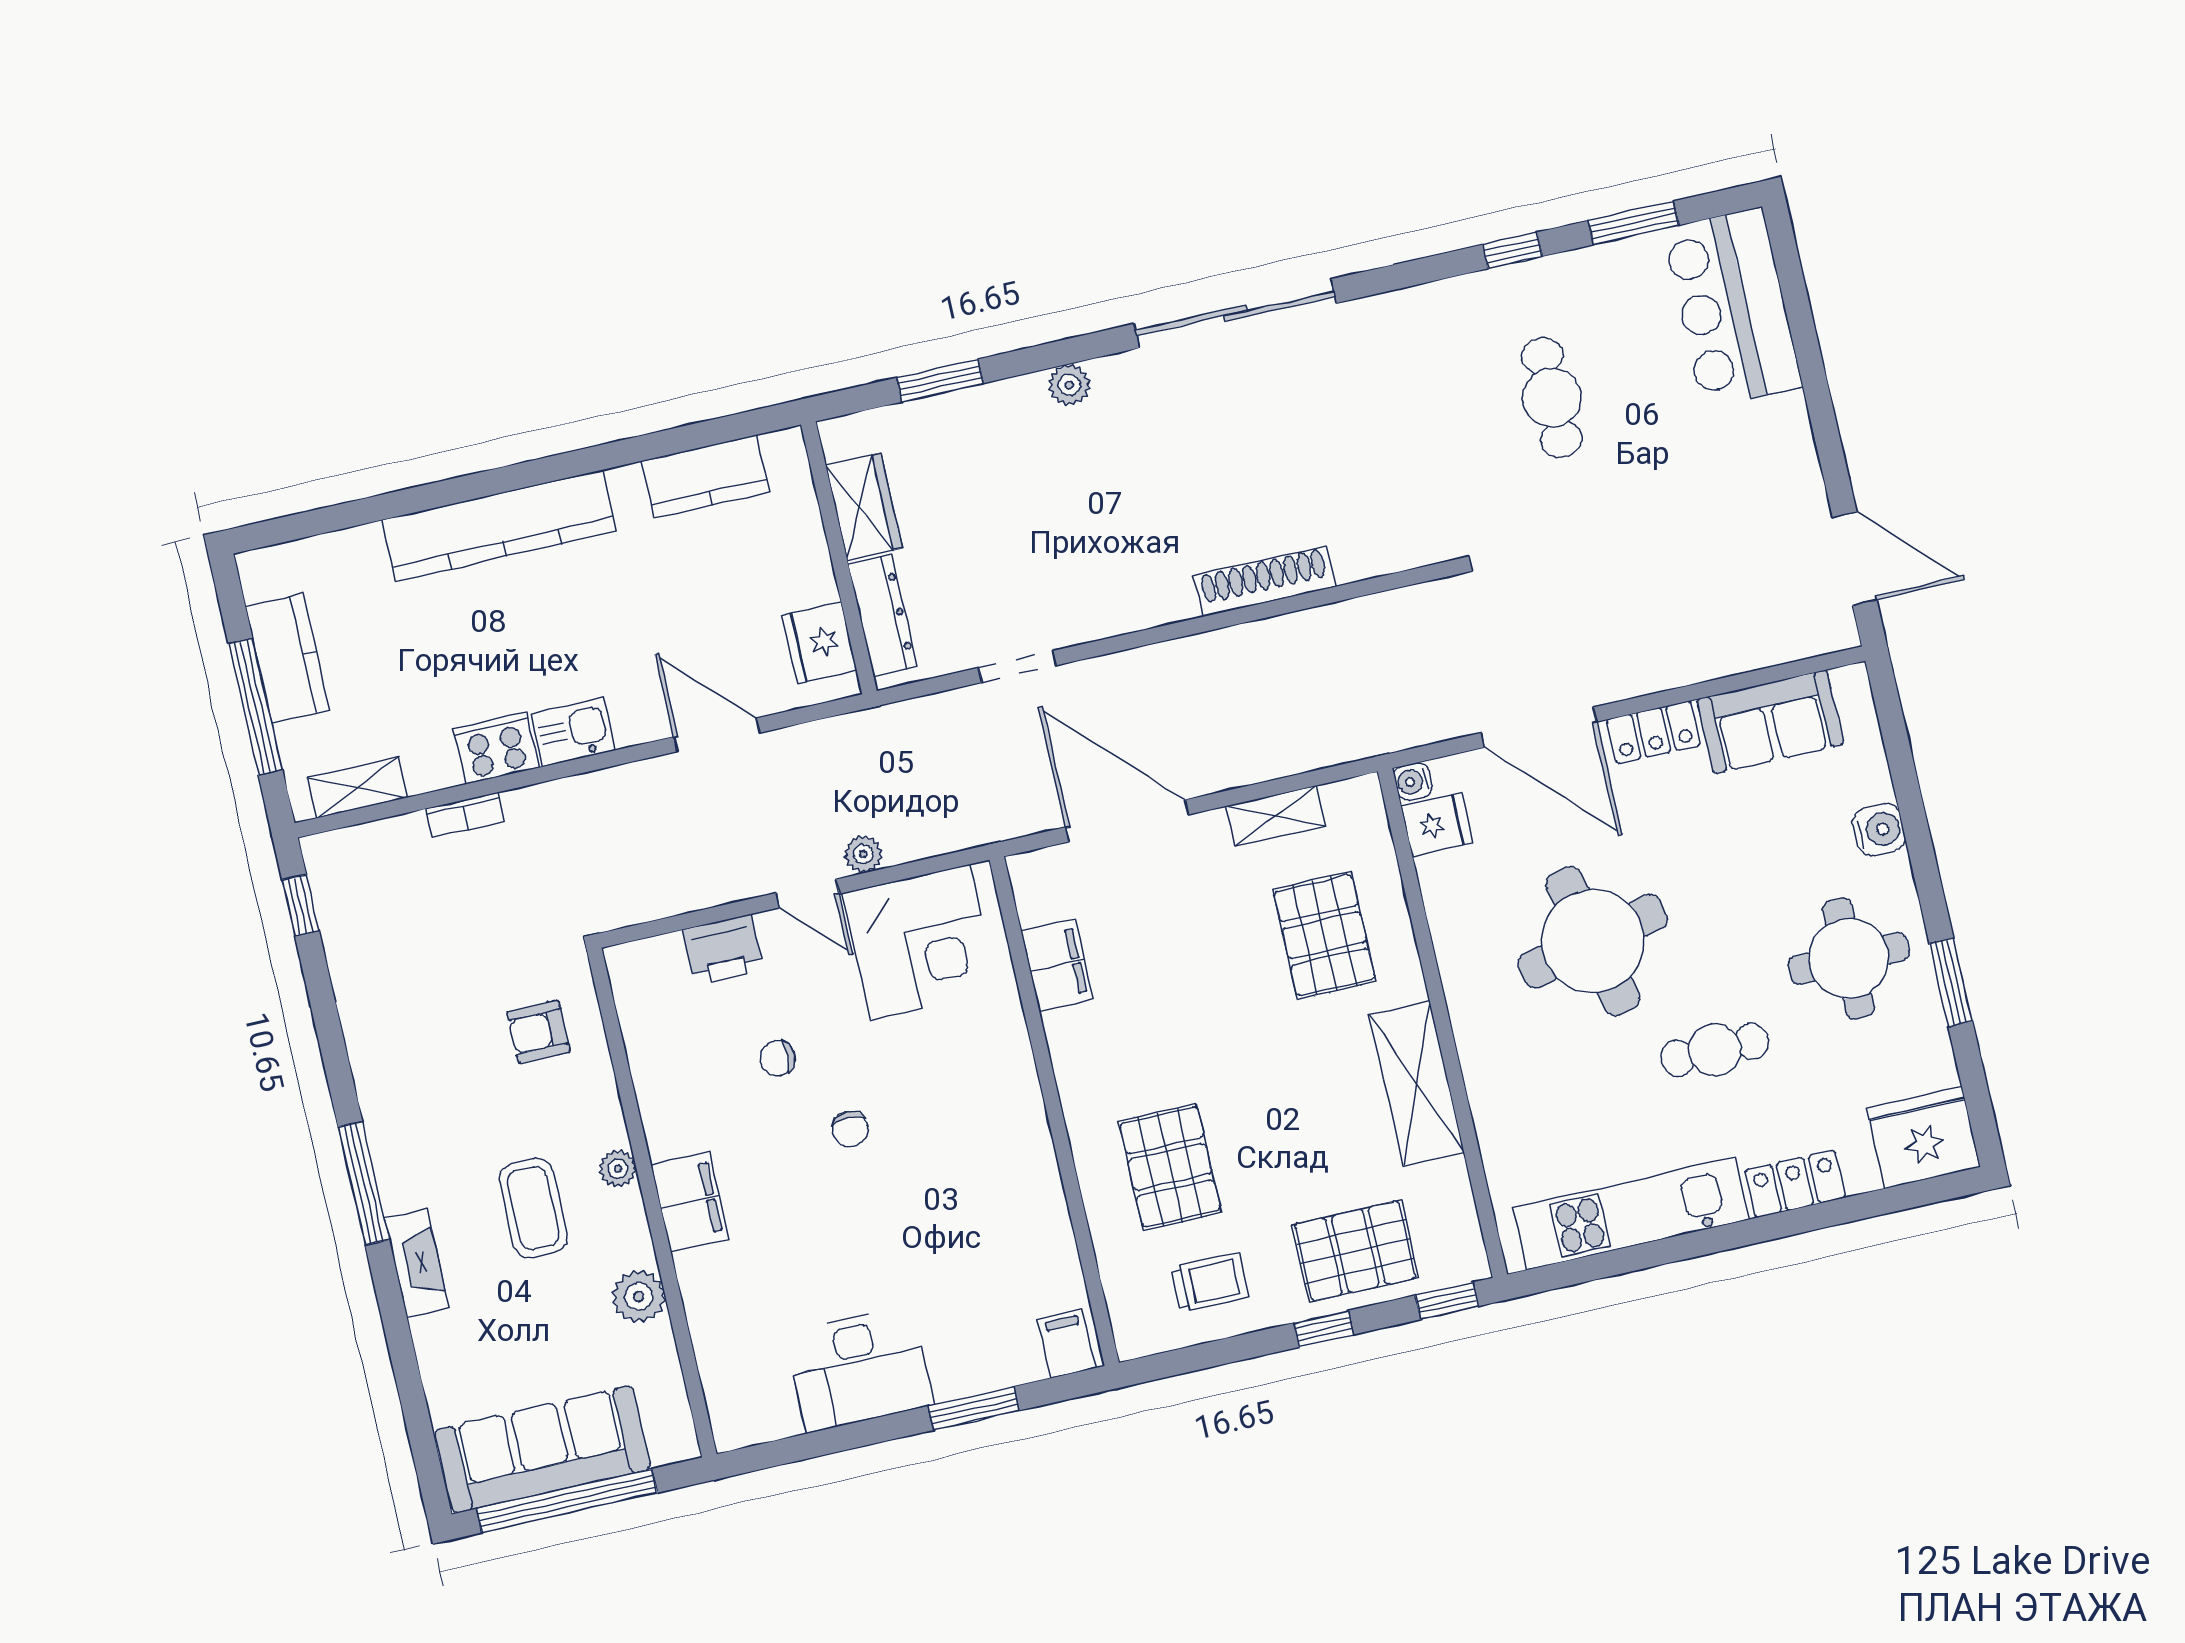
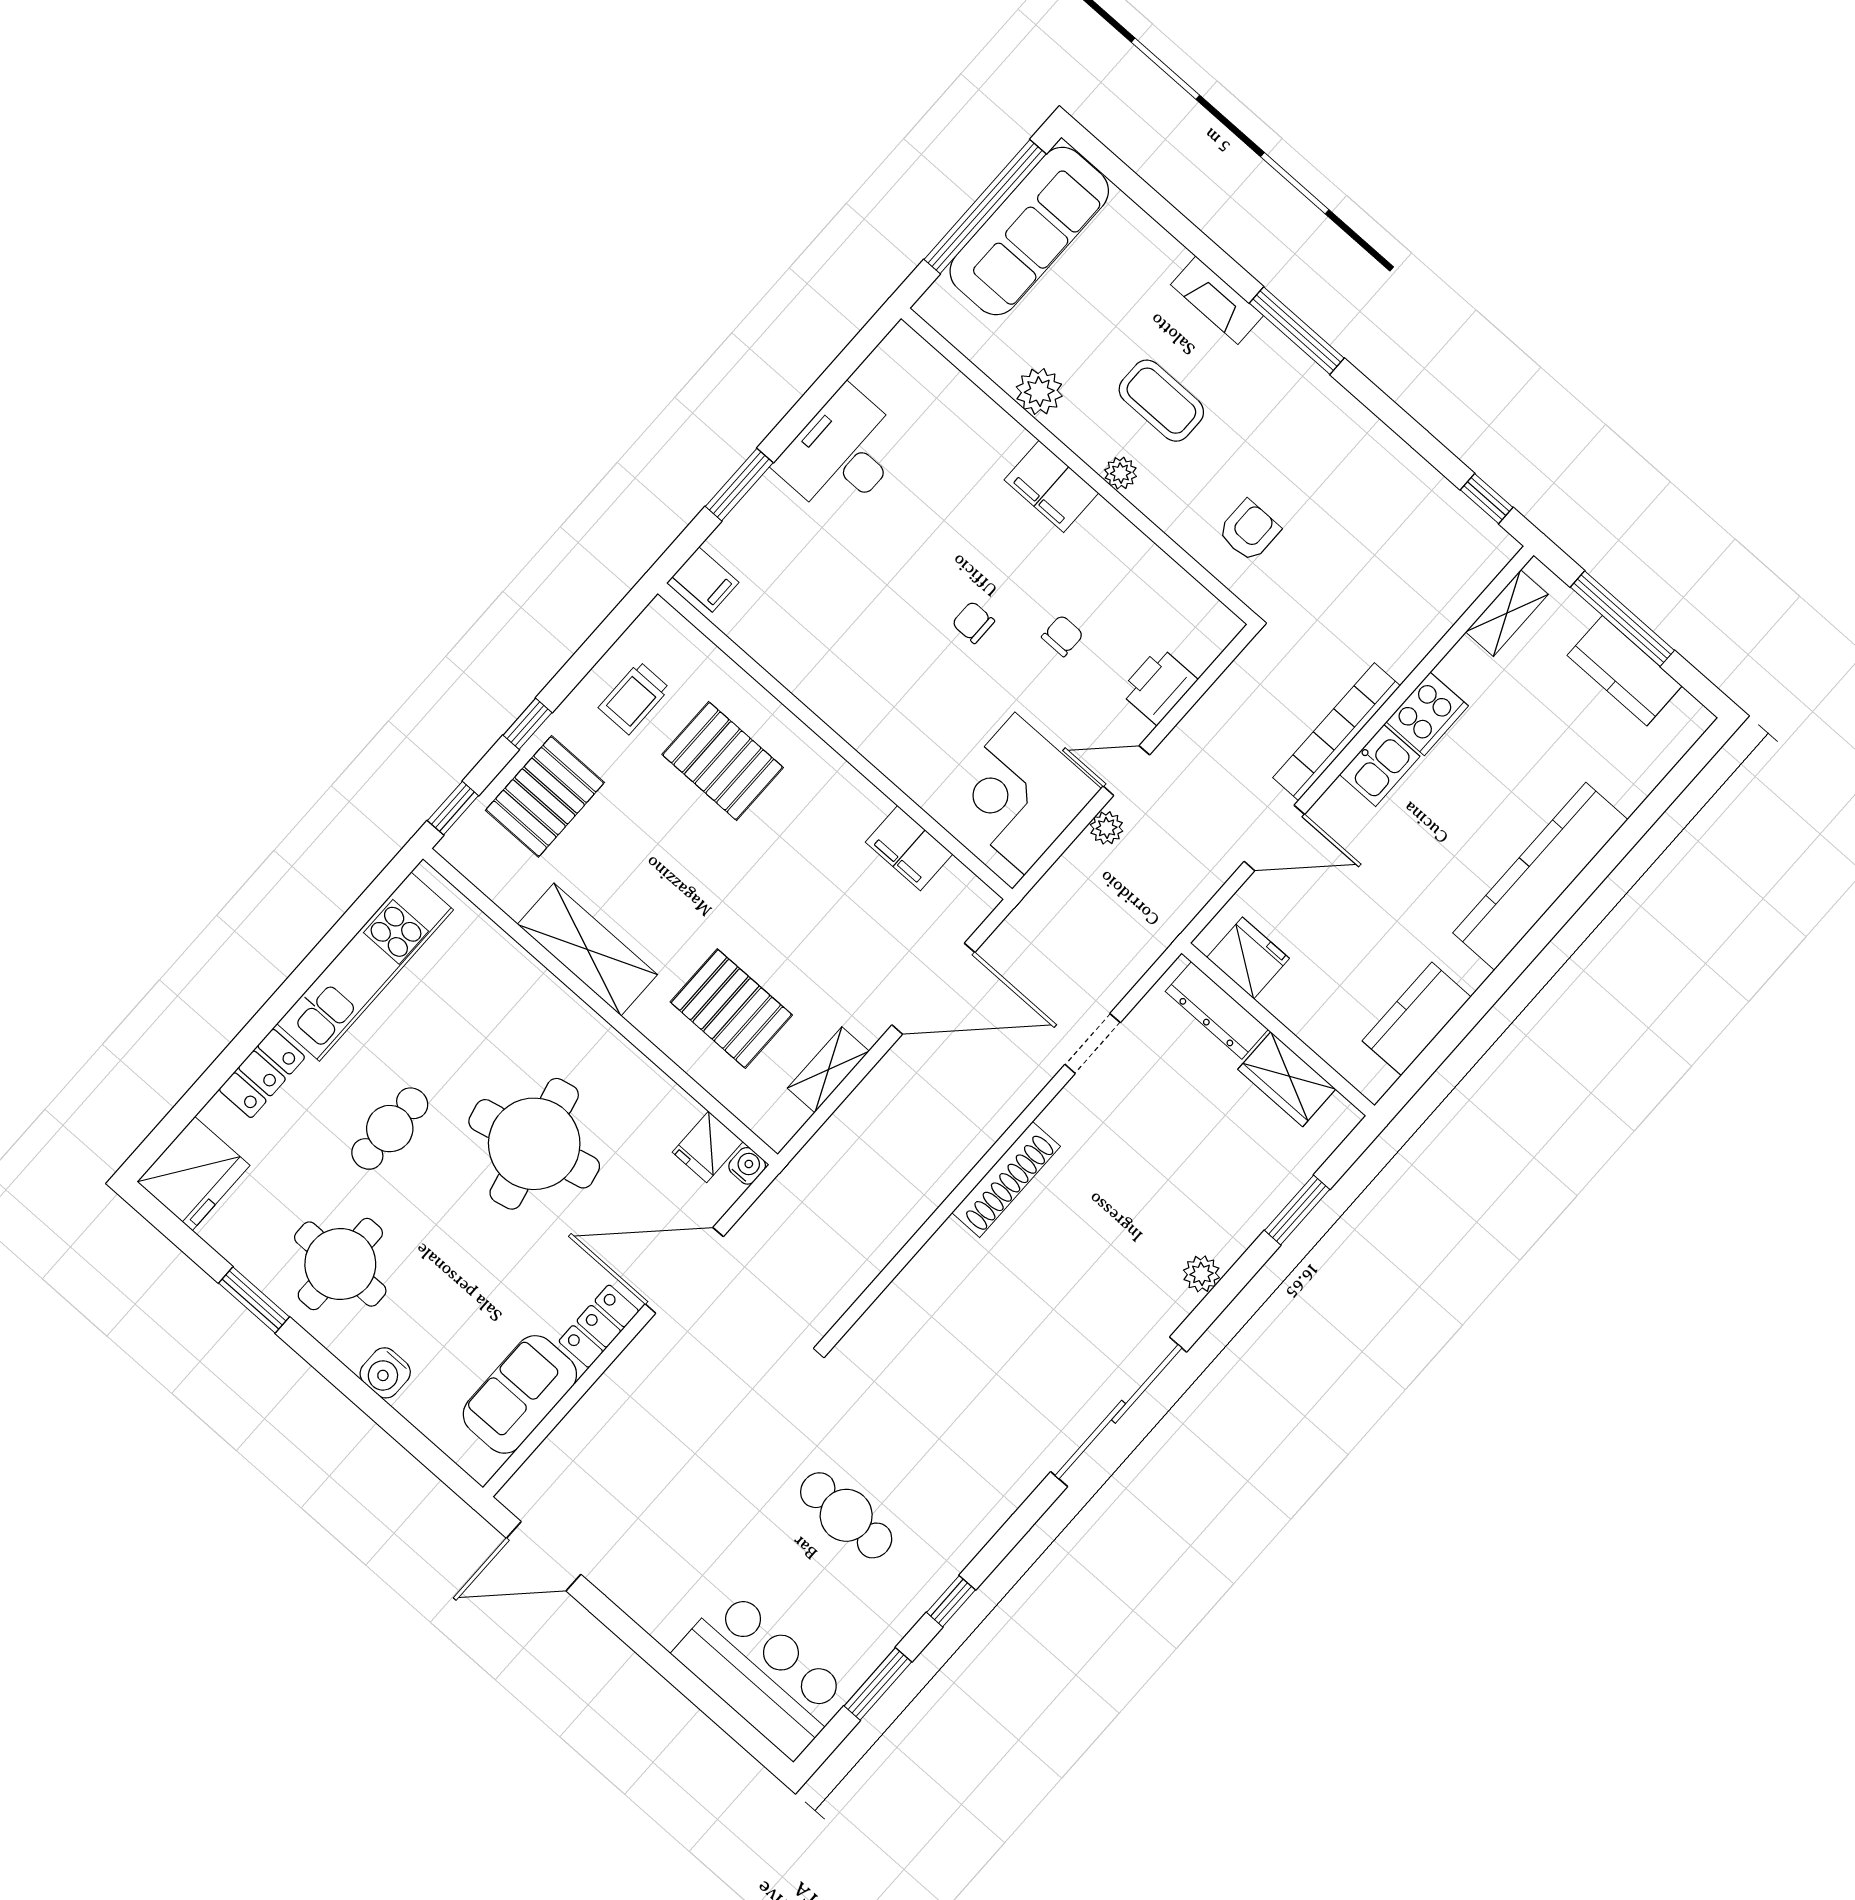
shoe rack: (1264, 581) -> (1006, 1179), moved
bookcase: (465, 815) -> (1336, 732), moved, width x2.31, depth x1.31

